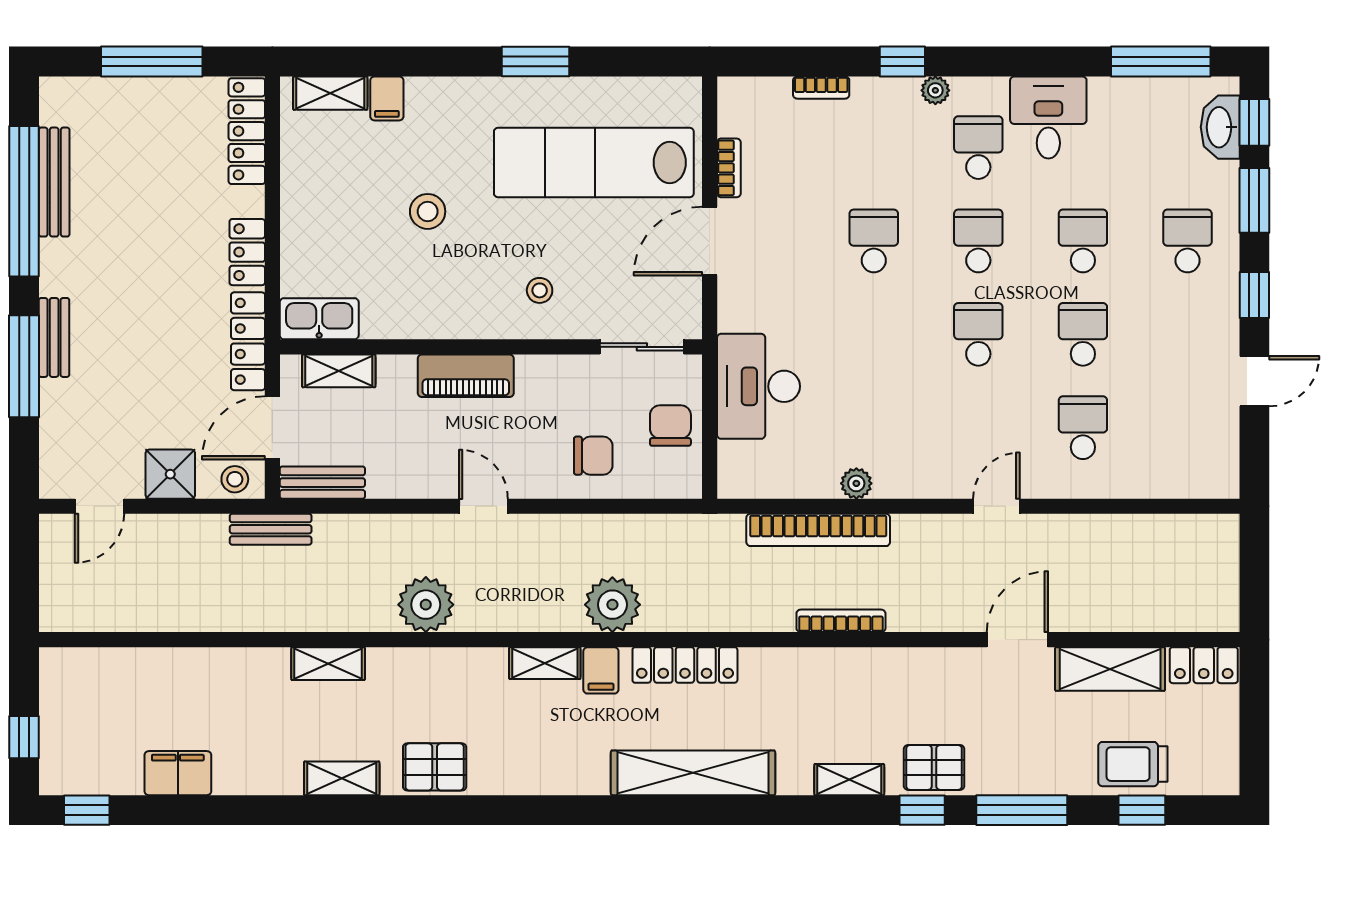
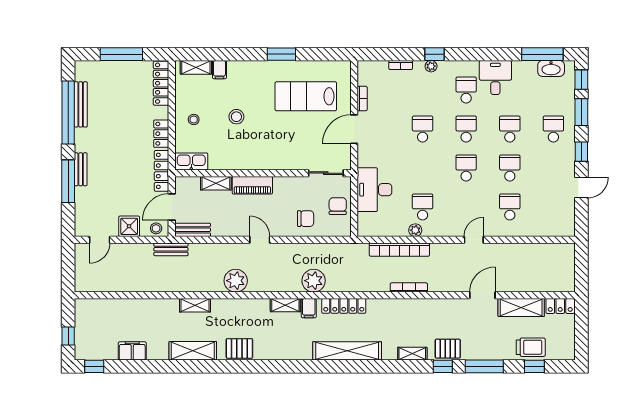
plant: (935, 90) -> (431, 66), moved
washbasin: (1220, 127) -> (551, 68), moved, turned -90
lab bench: (594, 163) -> (306, 96), width x0.73
stool: (540, 290) -> (194, 119), moved
shelving: (339, 371) -> (216, 183), moved
school desk: (874, 428) -> (423, 207), added
trolley: (1133, 764) -> (531, 347), turned 180
shelving: (342, 778) -> (193, 351), width x1.50, depth x1.33

